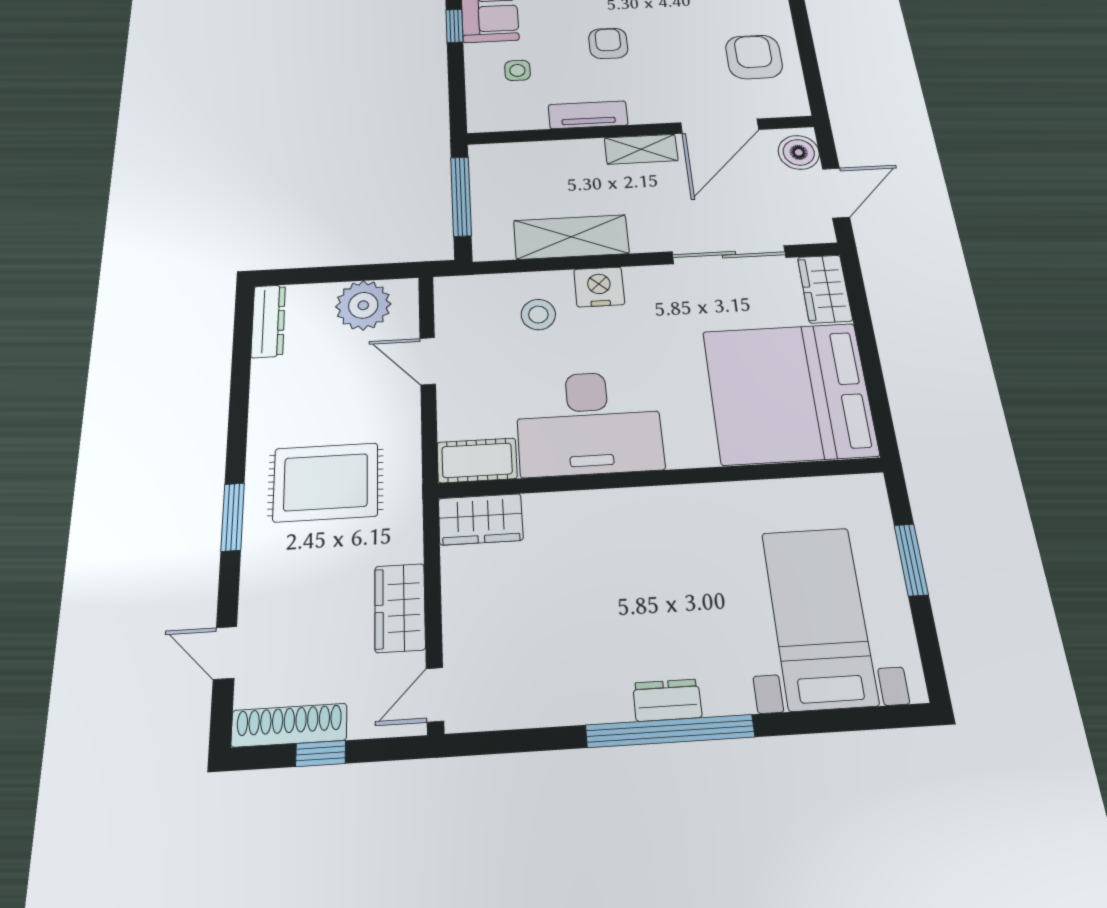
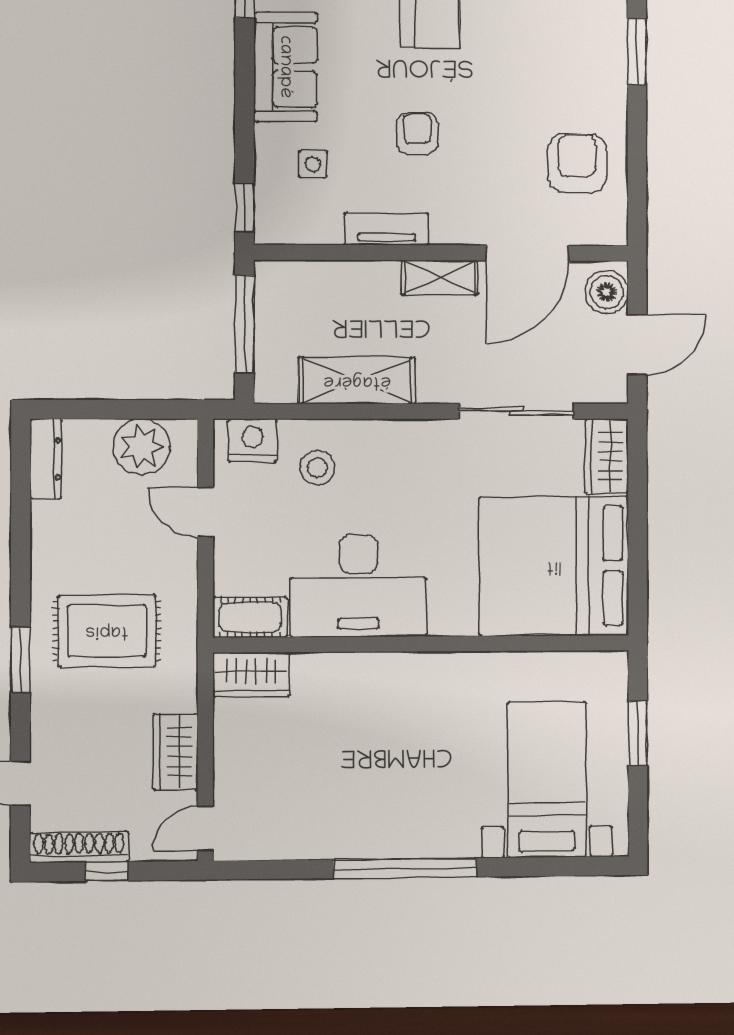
window: (454, 26) -> (244, 208), moved
nightstand: (599, 287) -> (253, 440), moved
dresser: (667, 700) -> (405, 843), removed

